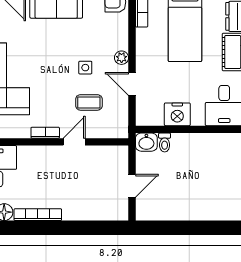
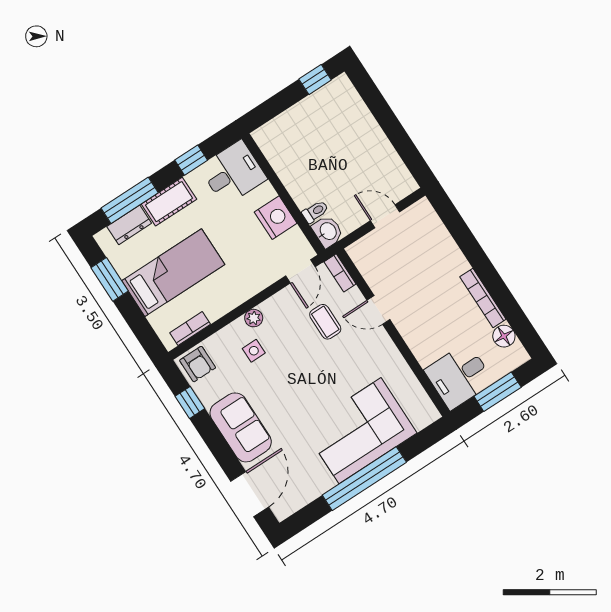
side table: (85, 68) -> (254, 351), moved
door: (132, 84) -> (300, 271), moved
bookcase: (45, 133) -> (340, 273), moved

